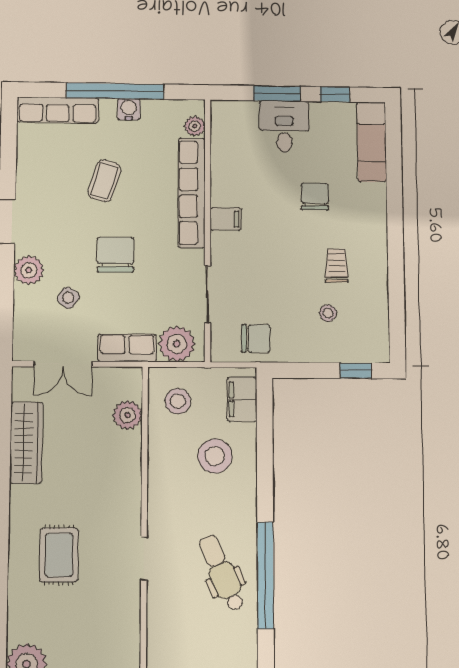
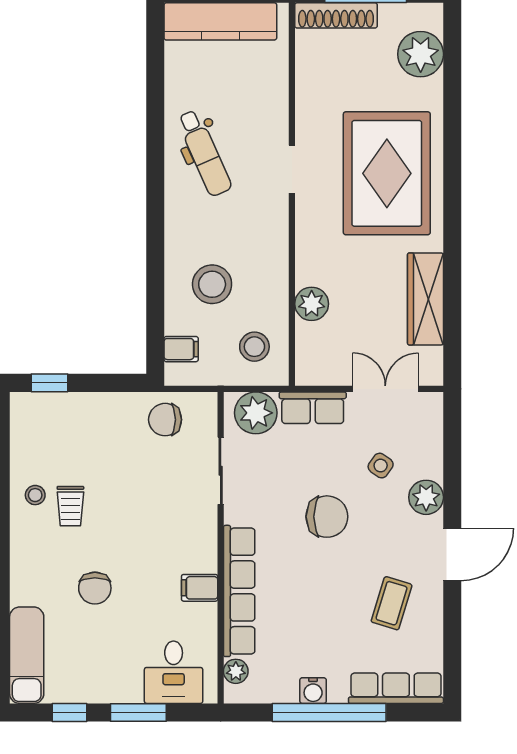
desk: (284, 127) -> (174, 672), moved
coffee table: (104, 181) -> (392, 603), moved
filing cabinet: (226, 219) -> (200, 588), moved
chair: (116, 255) -> (327, 517), turned -90
stool: (328, 313) -> (35, 495), moved
filing cabinet: (242, 399) -> (181, 349), width x0.50
plant: (127, 415) -> (312, 304), moved
rug: (59, 555) -> (387, 173), width x1.86, depth x2.06
window: (265, 575) -> (155, 151), removed

